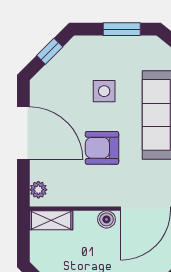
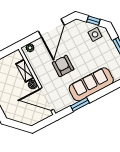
side table: (104, 91) -> (95, 34), moved
shelving: (51, 220) -> (25, 71), moved

